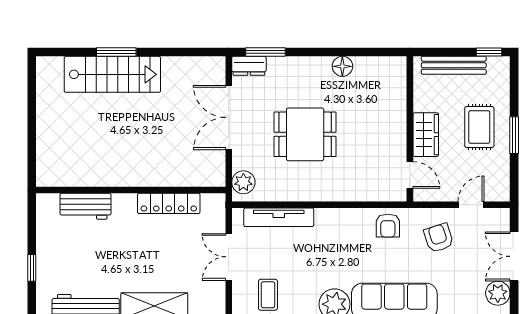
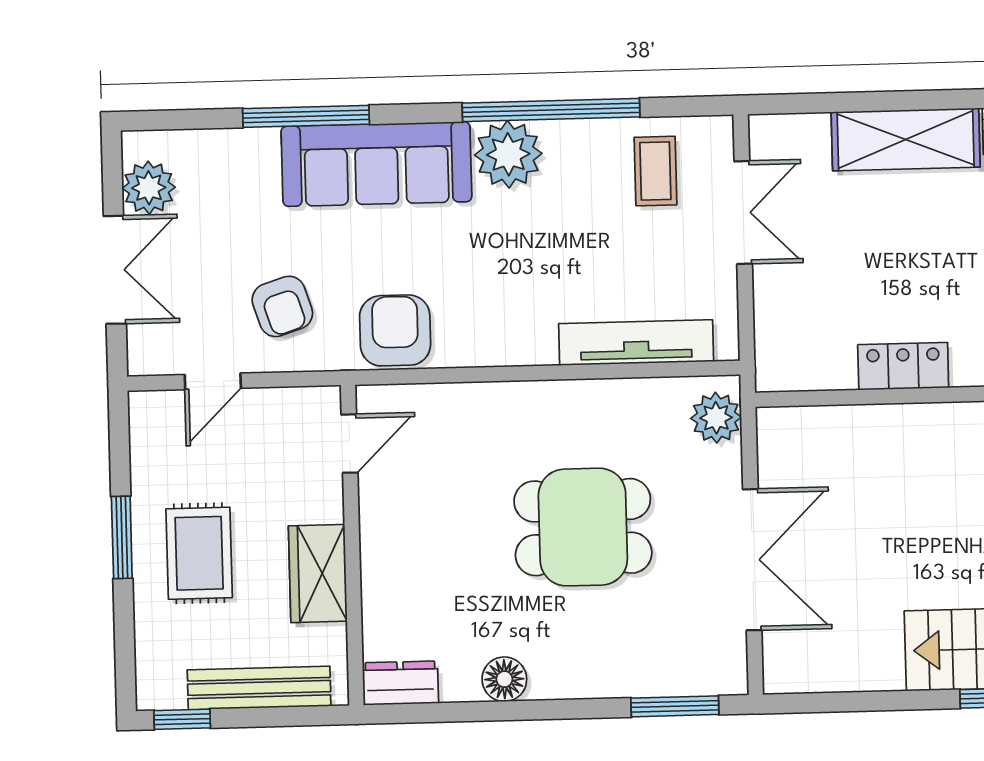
dresser: (249, 66) -> (400, 683), moved
wardrobe: (426, 135) -> (318, 574), moved
door: (410, 175) -> (349, 444), swing flipped
locker: (169, 203) -> (903, 366), width x0.66
armchair: (388, 226) -> (395, 330), width x1.38, depth x1.38
double door: (229, 257) -> (743, 212), moved

